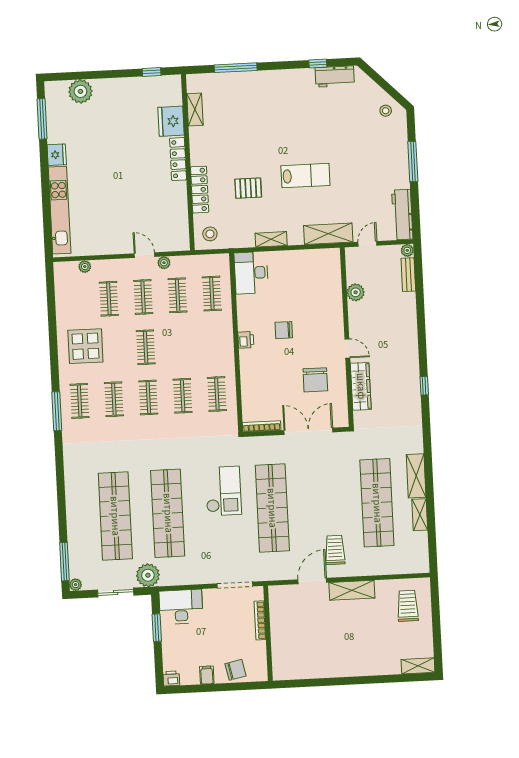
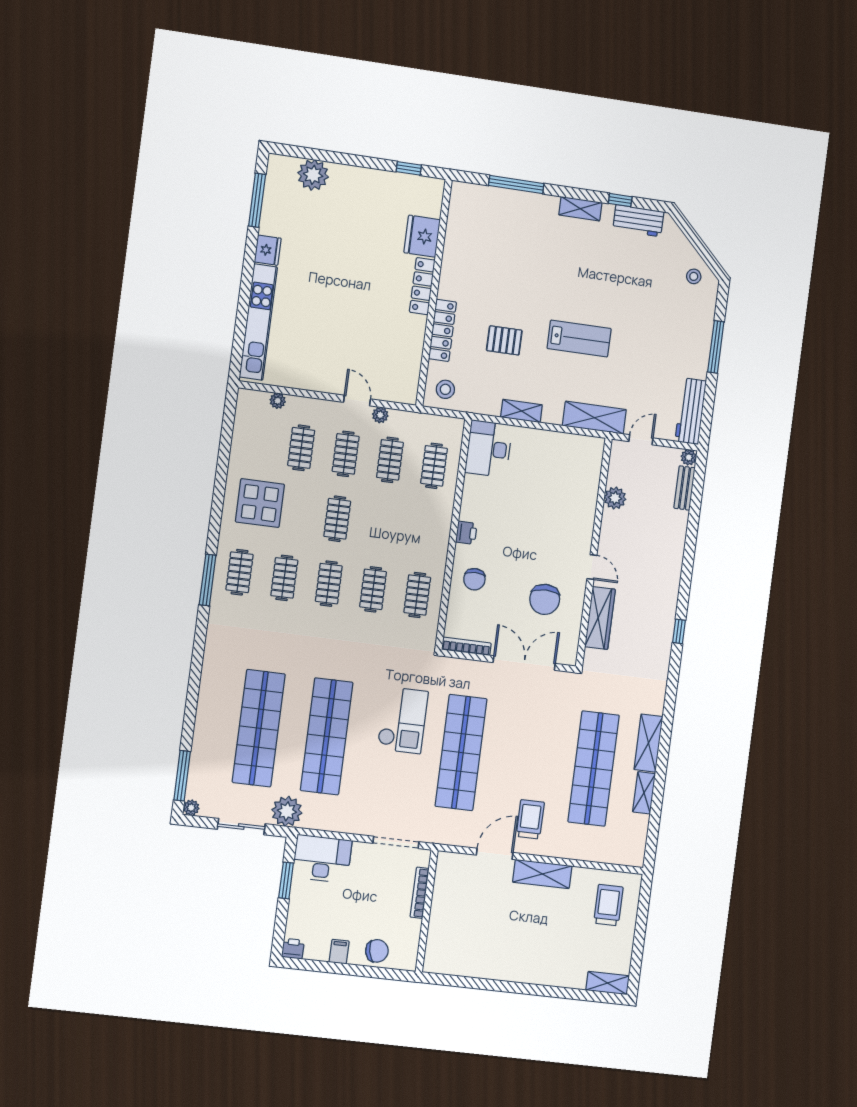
shelving: (195, 109) -> (580, 209), moved, turned 90
chair: (284, 330) -> (474, 579), moved, turned -90

